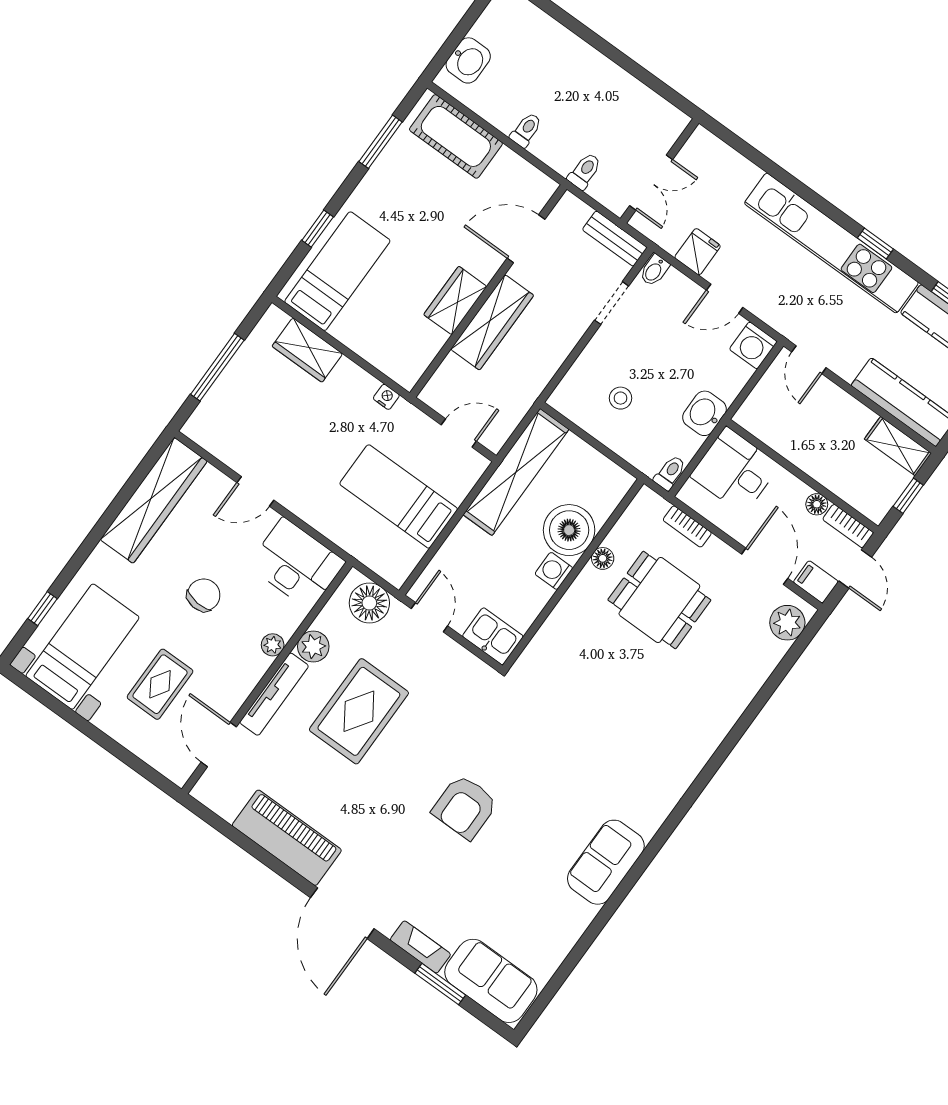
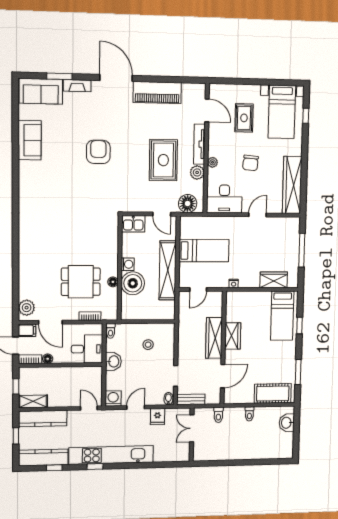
shelving: (516, 472) -> (168, 270), moved
sofa: (606, 862) -> (30, 140), moved

